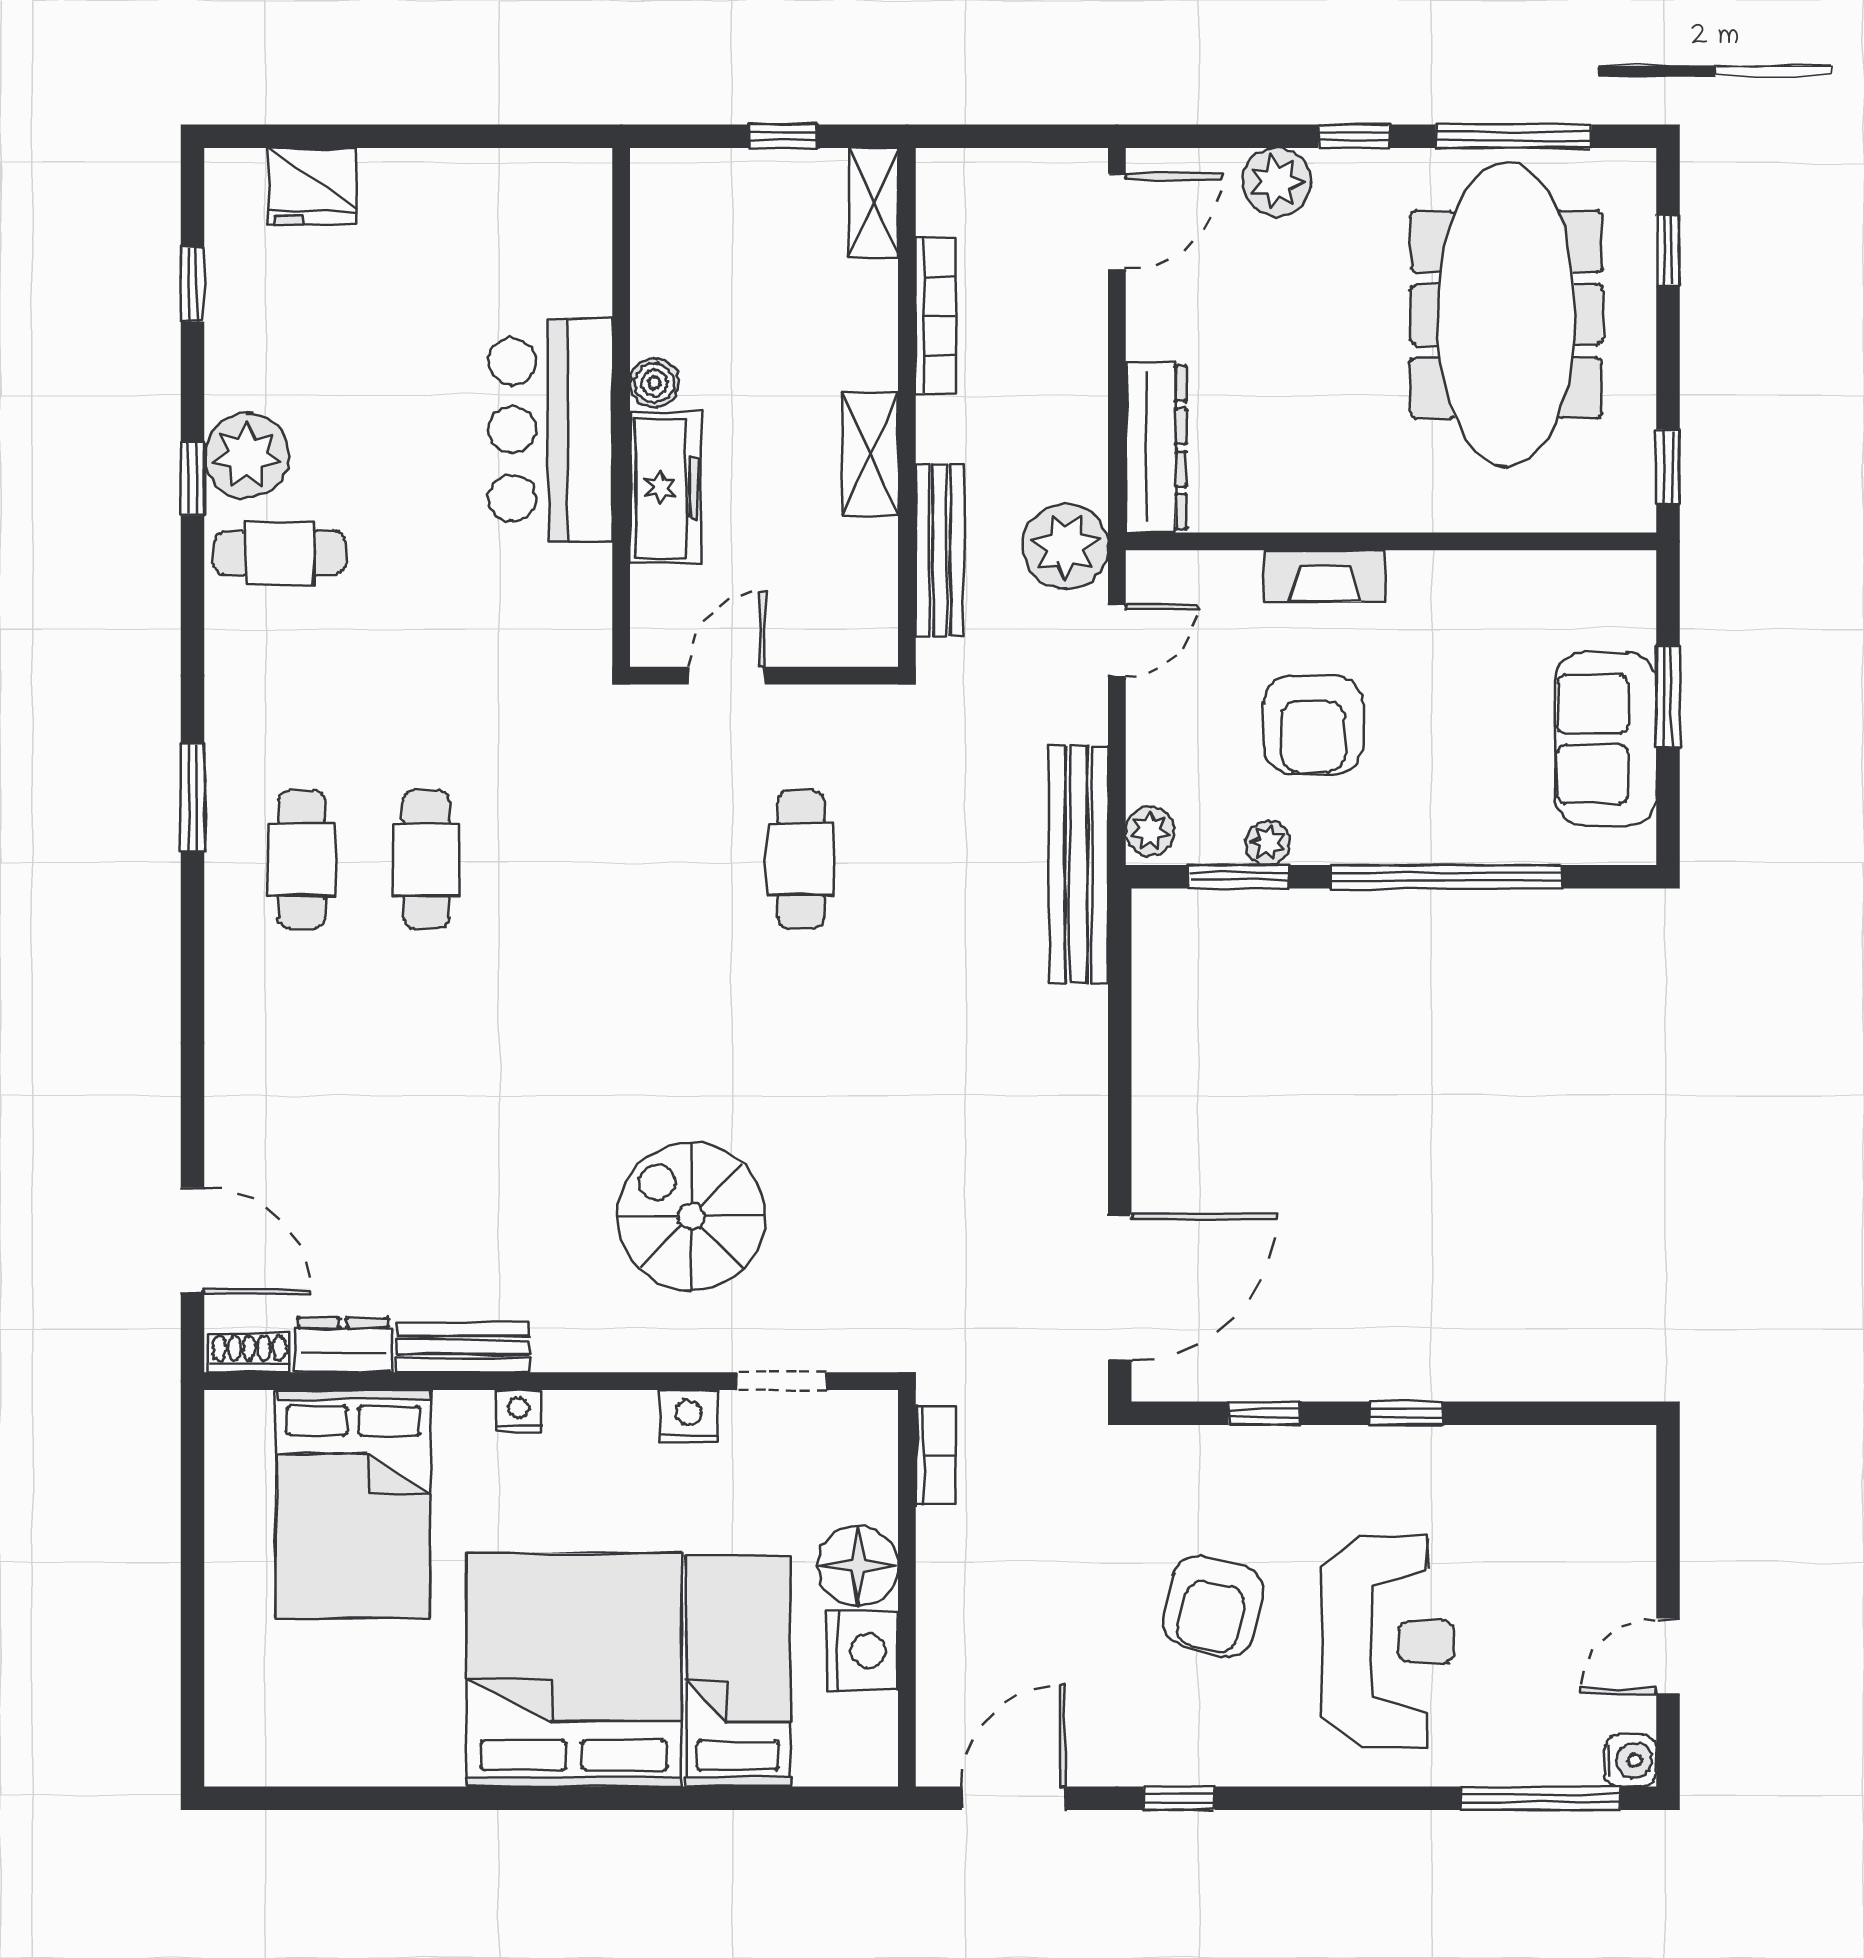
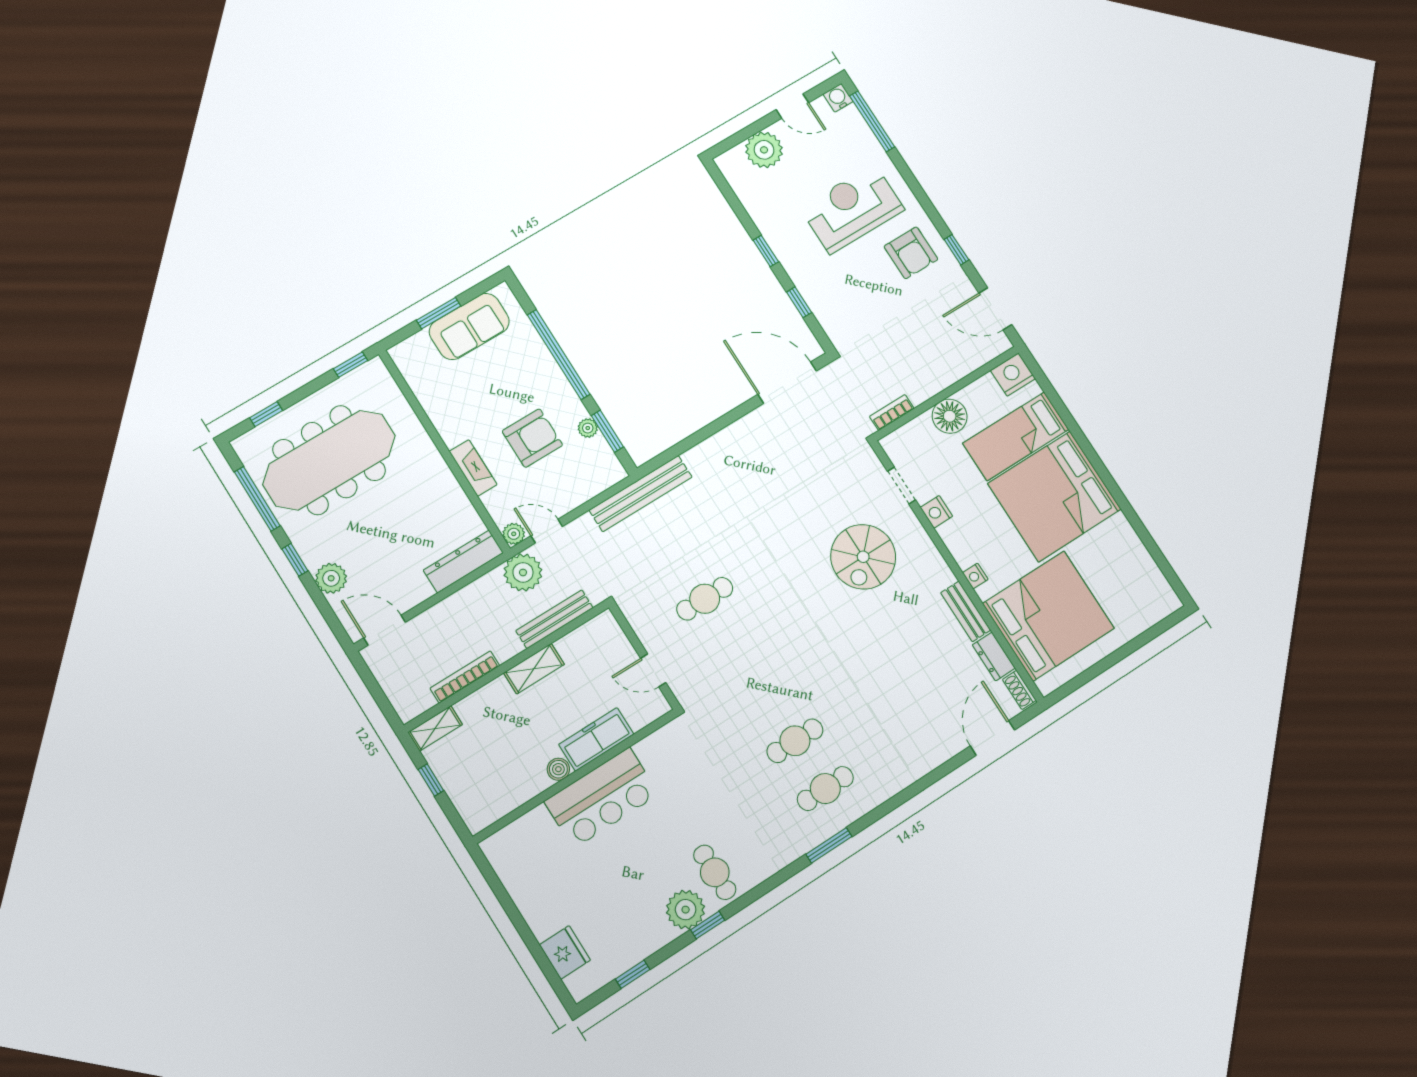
plant: (1150, 831) -> (514, 534), moved
bed: (353, 1504) -> (1049, 616), width x1.36
plant: (1613, 1541) -> (764, 150), added
armchair: (1213, 1606) -> (911, 253), moved, turned 77
nightstand: (862, 1651) -> (1013, 375), moved

